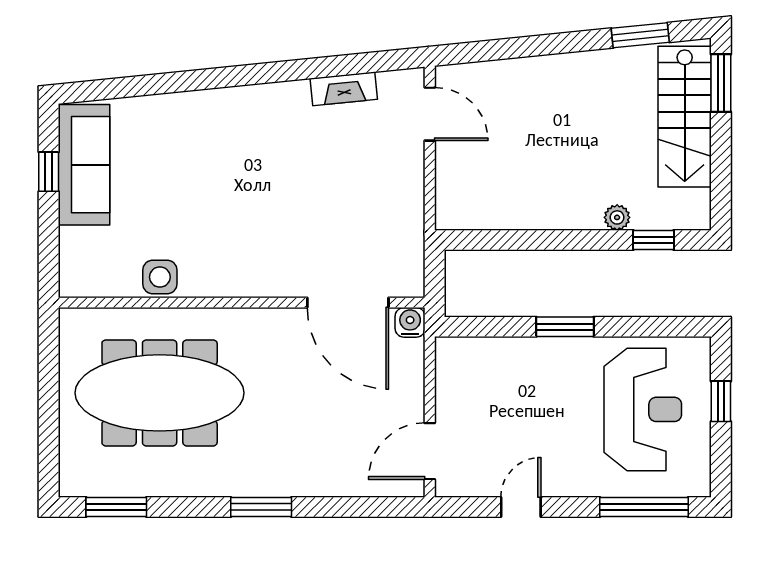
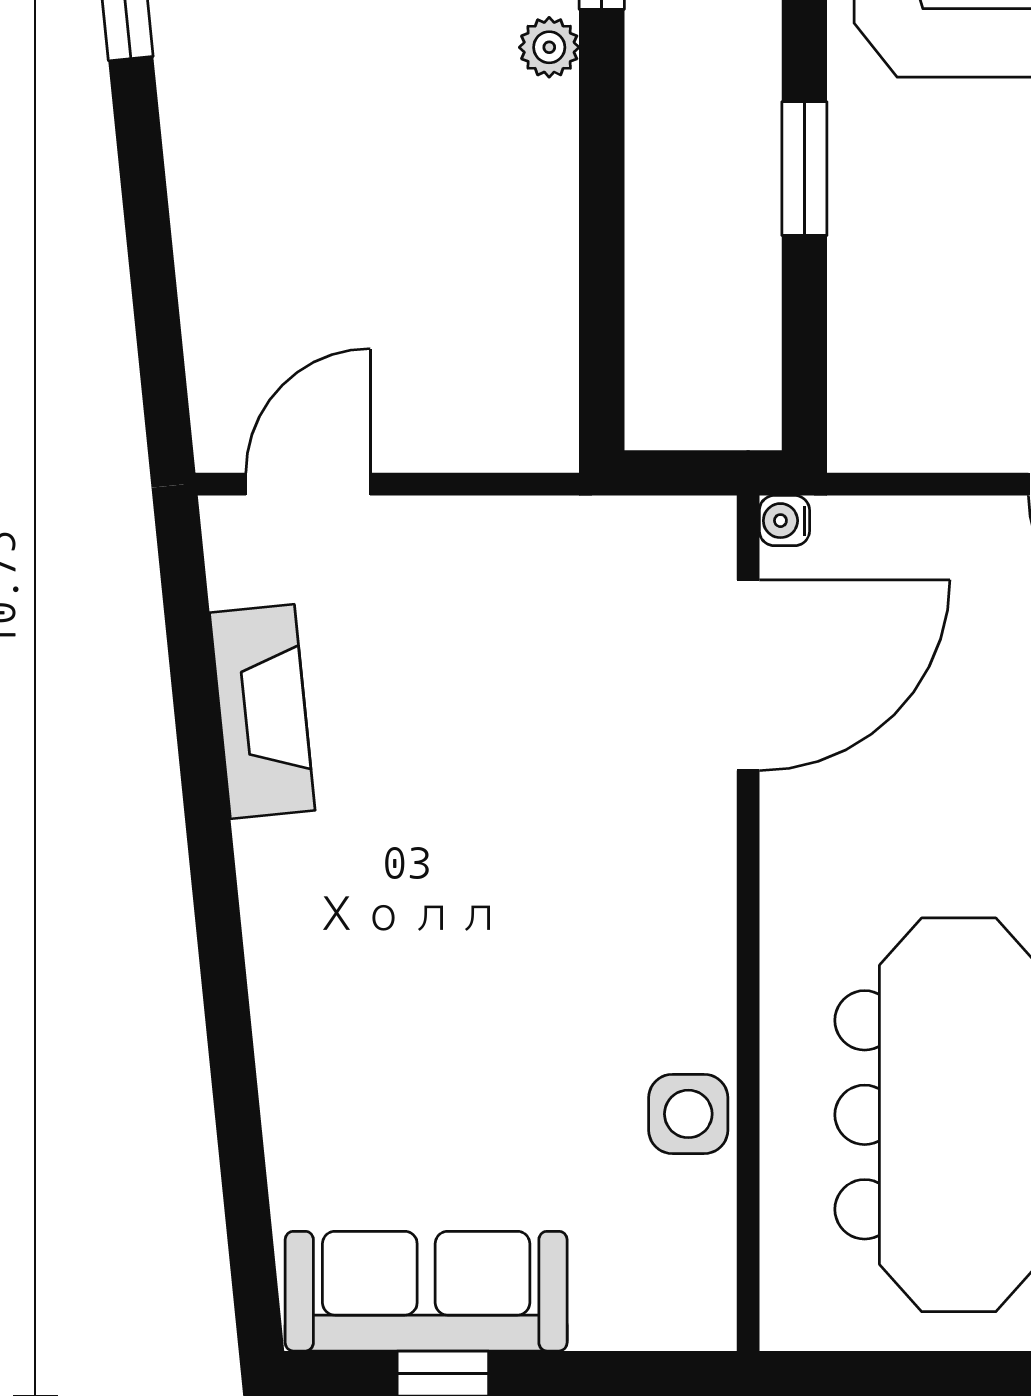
fireplace: (344, 89) -> (262, 712), width x1.37, depth x1.32
water cooler: (410, 322) -> (784, 521), width x0.72, depth x0.72

